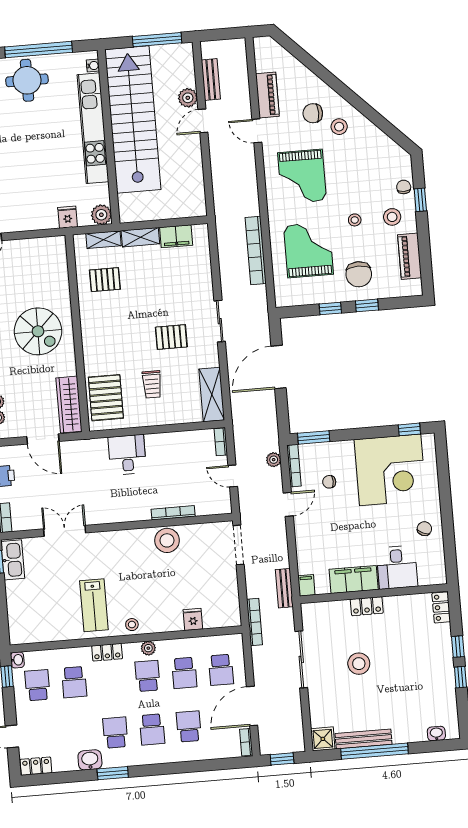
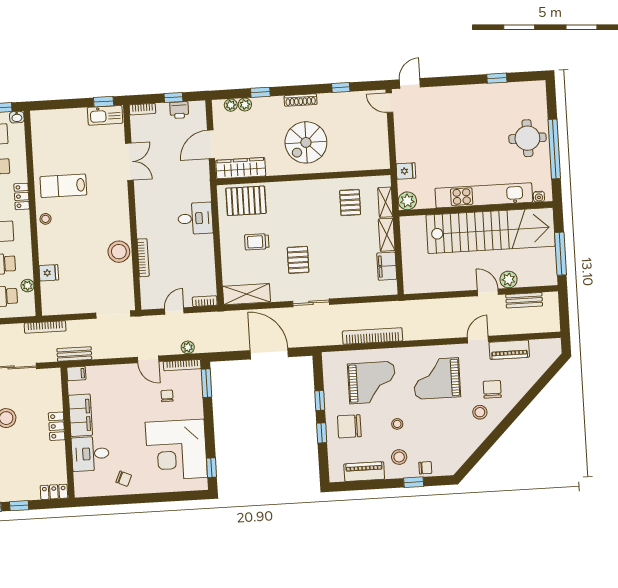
plant: (148, 648) -> (27, 286), moved

